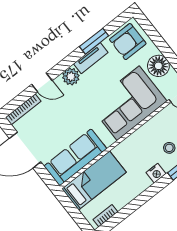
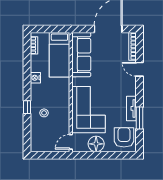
plant: (71, 77) -> (130, 89), removed
door: (42, 82) -> (140, 69), hinge flipped
nightstand: (156, 173) -> (35, 78), moved

